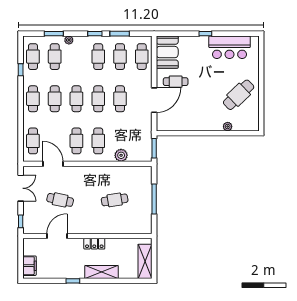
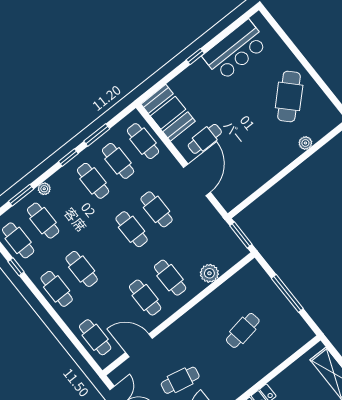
cafe table: (76, 99) -> (107, 249), removed

